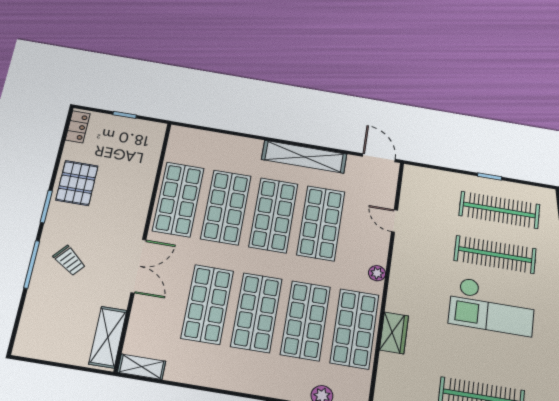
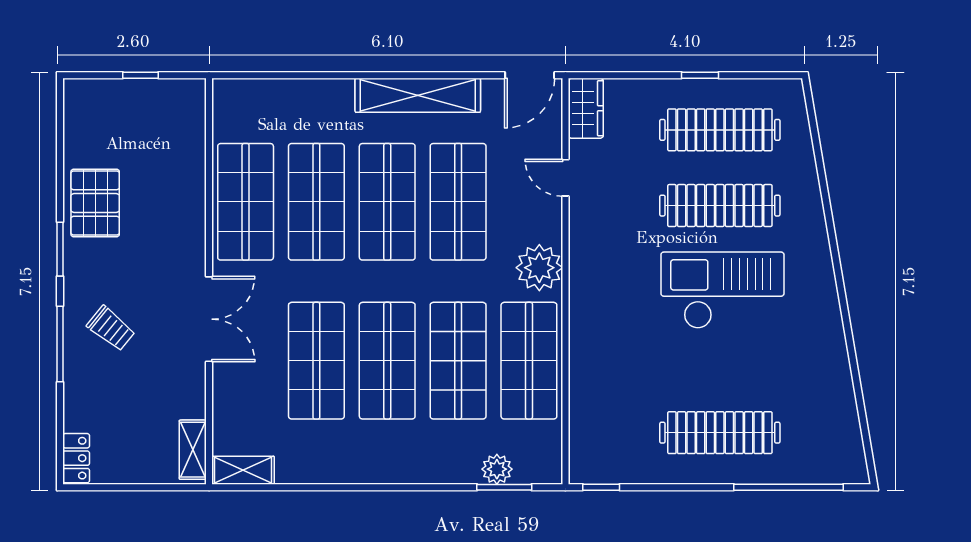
locker: (78, 127) -> (76, 458), moved
door: (379, 158) -> (530, 75), swing flipped
plant: (377, 273) -> (539, 268), width x1.87, depth x1.87
checkout: (492, 307) -> (722, 290), turned 180
wardrobe: (394, 333) -> (586, 108), moved
shelving: (108, 337) -> (193, 450), width x0.67, depth x0.75

